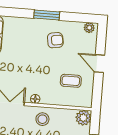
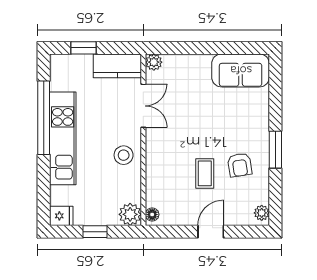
coffee table: (71, 81) -> (205, 173), moved
floor lamp: (35, 99) -> (152, 214), moved

